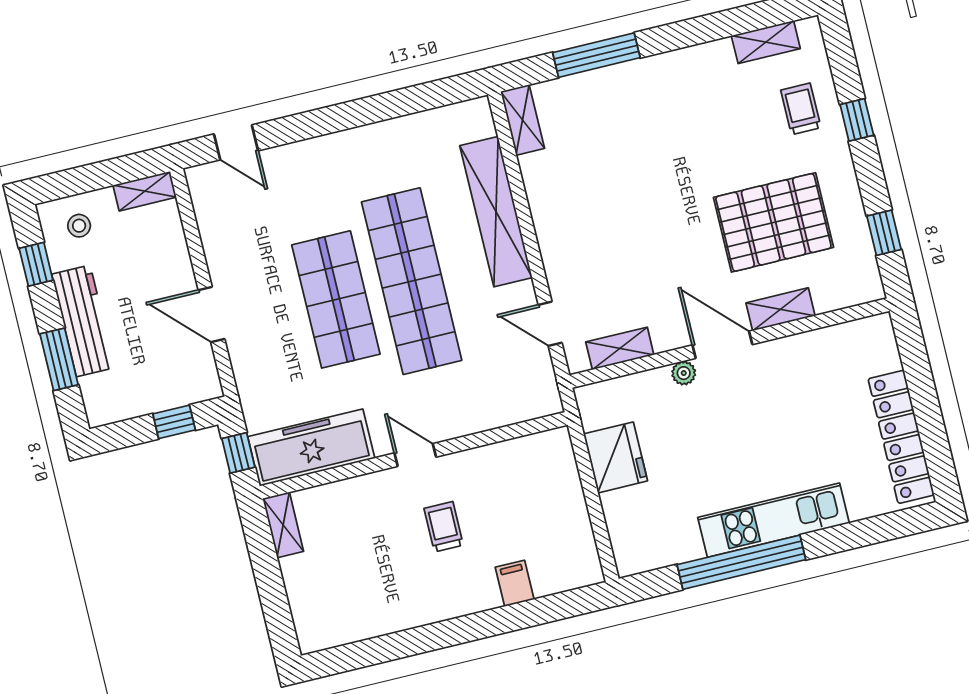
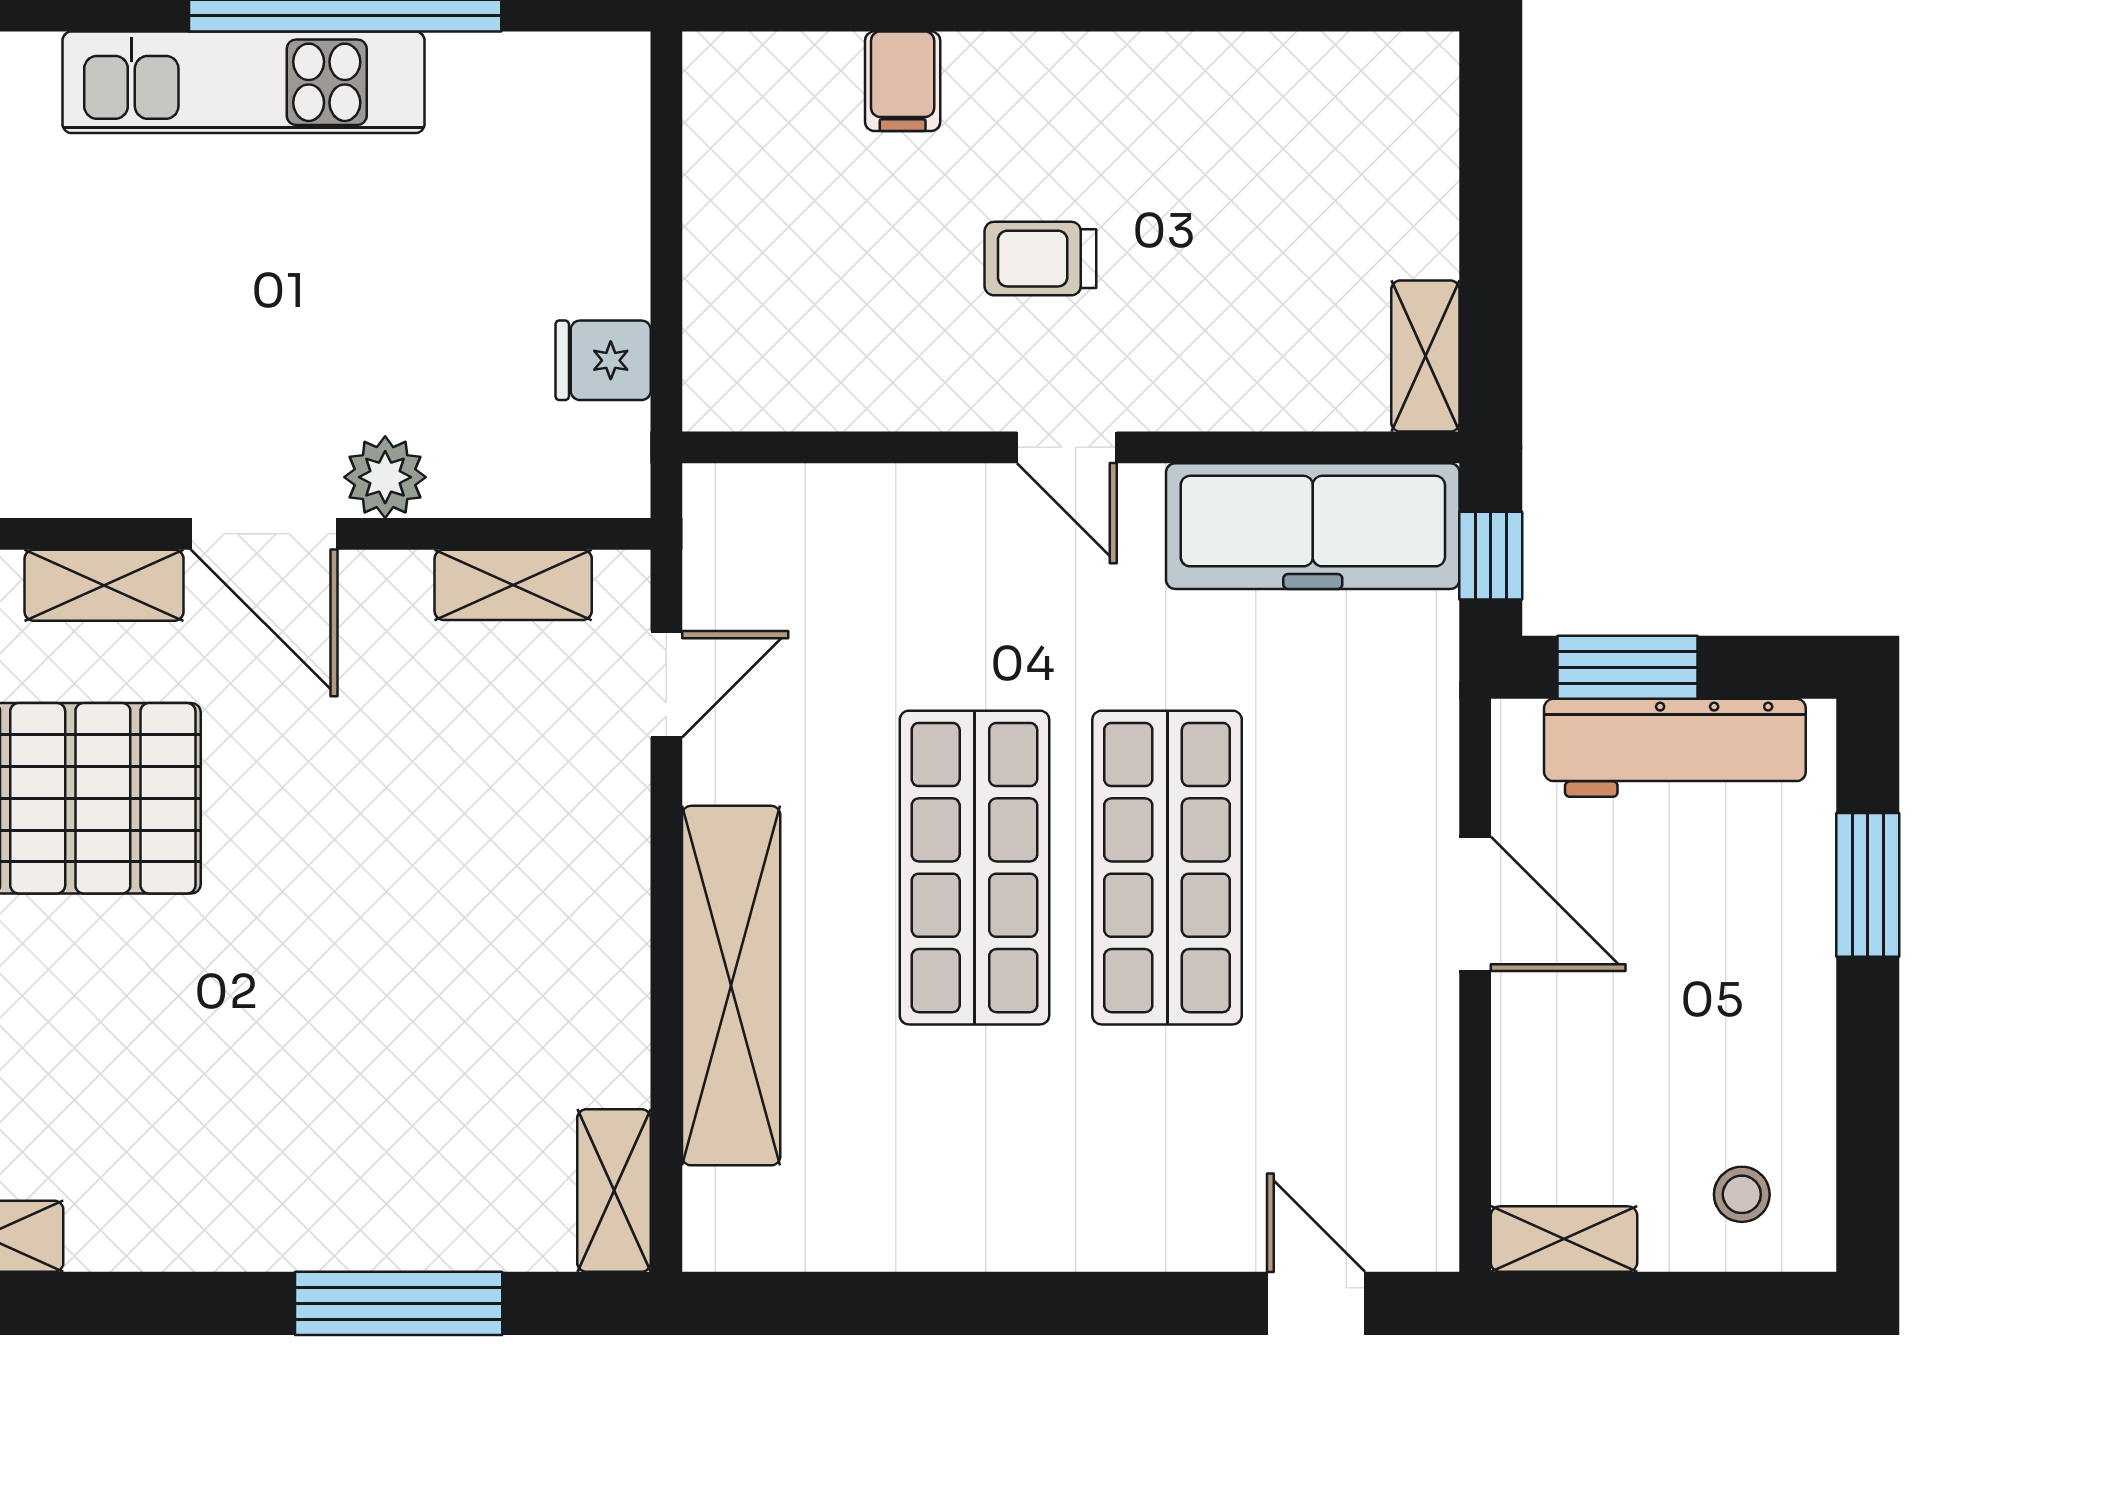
window: (36, 264) -> (1868, 1127), removed
shop shelf: (412, 281) -> (974, 868), width x0.71
workbench: (83, 321) -> (1675, 748), moved, turned -90
door: (550, 324) -> (666, 684), hinge flipped
plant: (684, 373) -> (385, 477), width x1.38, depth x1.38
window: (174, 422) -> (1627, 667), width x1.50
fridge: (615, 457) -> (603, 360), width x0.53, depth x0.75
trolley: (444, 527) -> (1040, 259), turned 90

